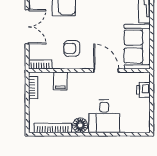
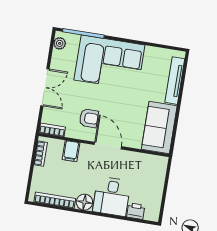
armchair: (72, 48) -> (89, 118), turned 180
door: (106, 71) -> (108, 146), moved
printer: (143, 90) -> (136, 211), moved, turned 90

